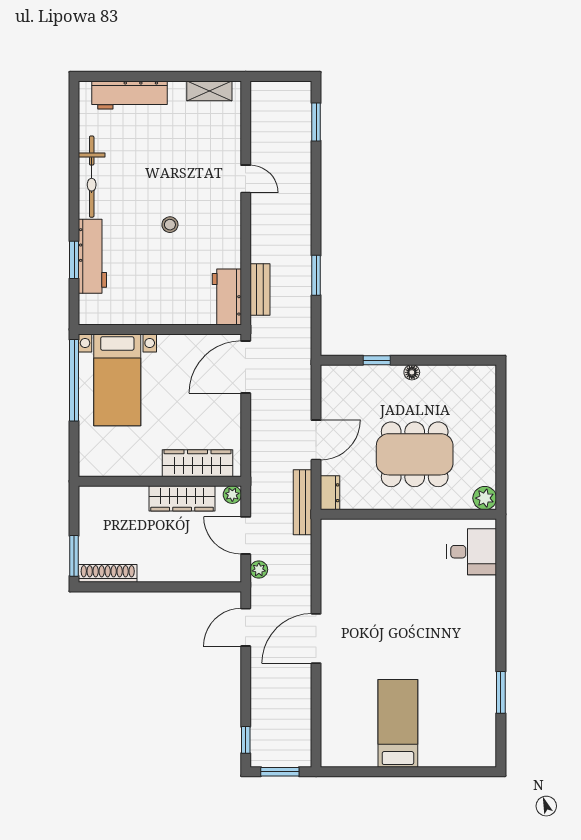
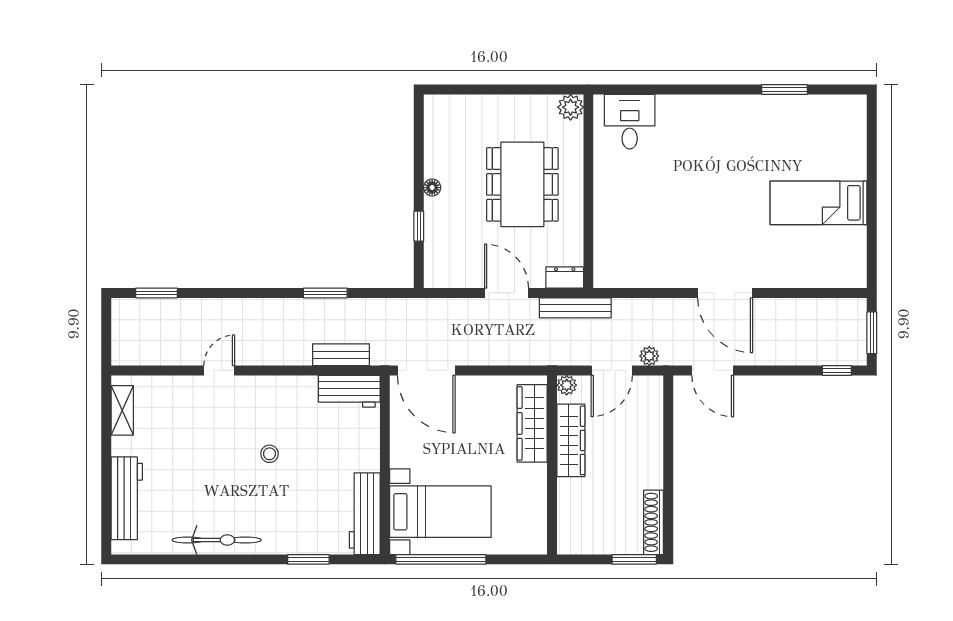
workbench: (92, 256) -> (365, 514), moved, turned -90

